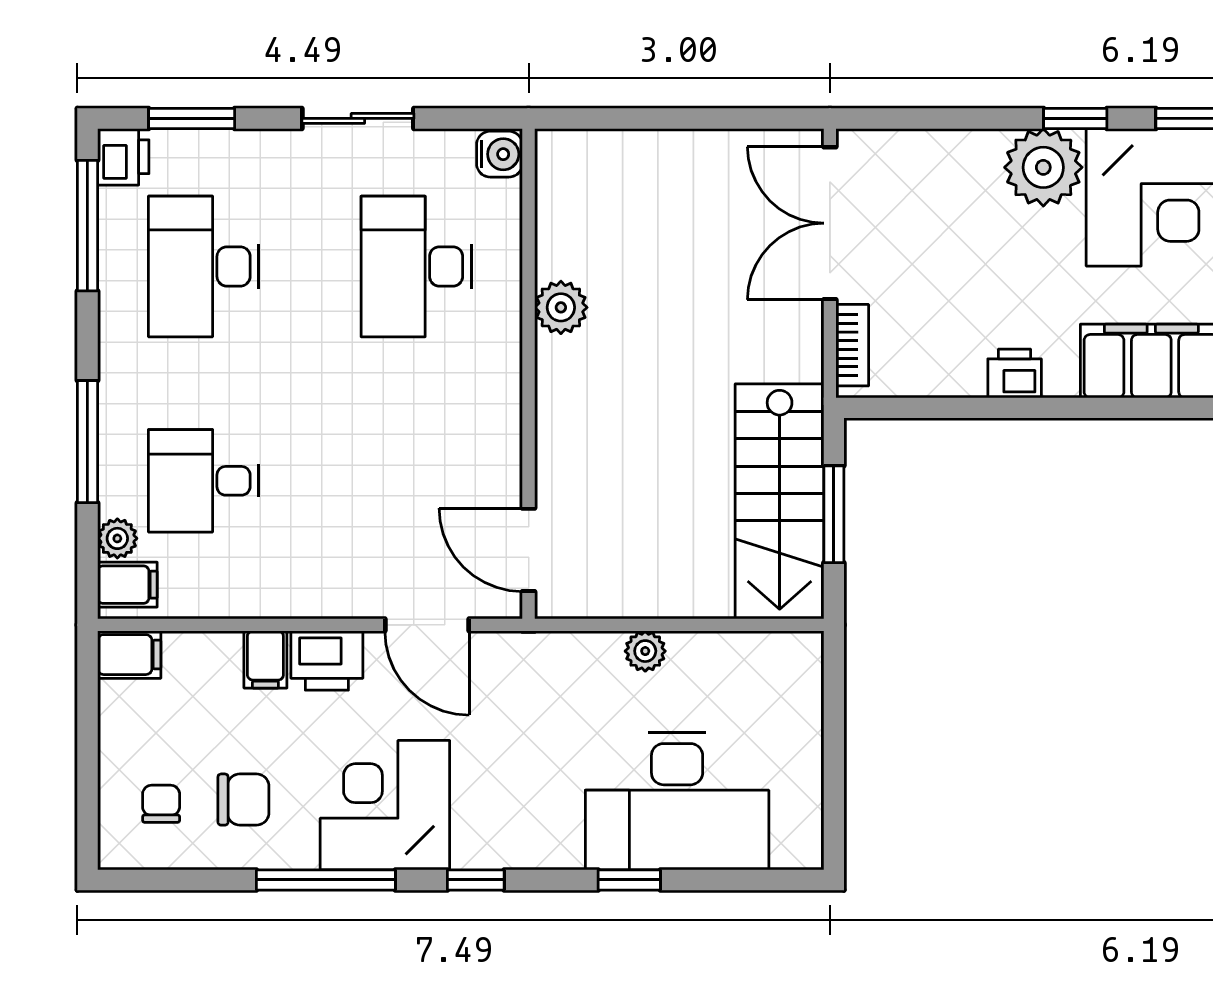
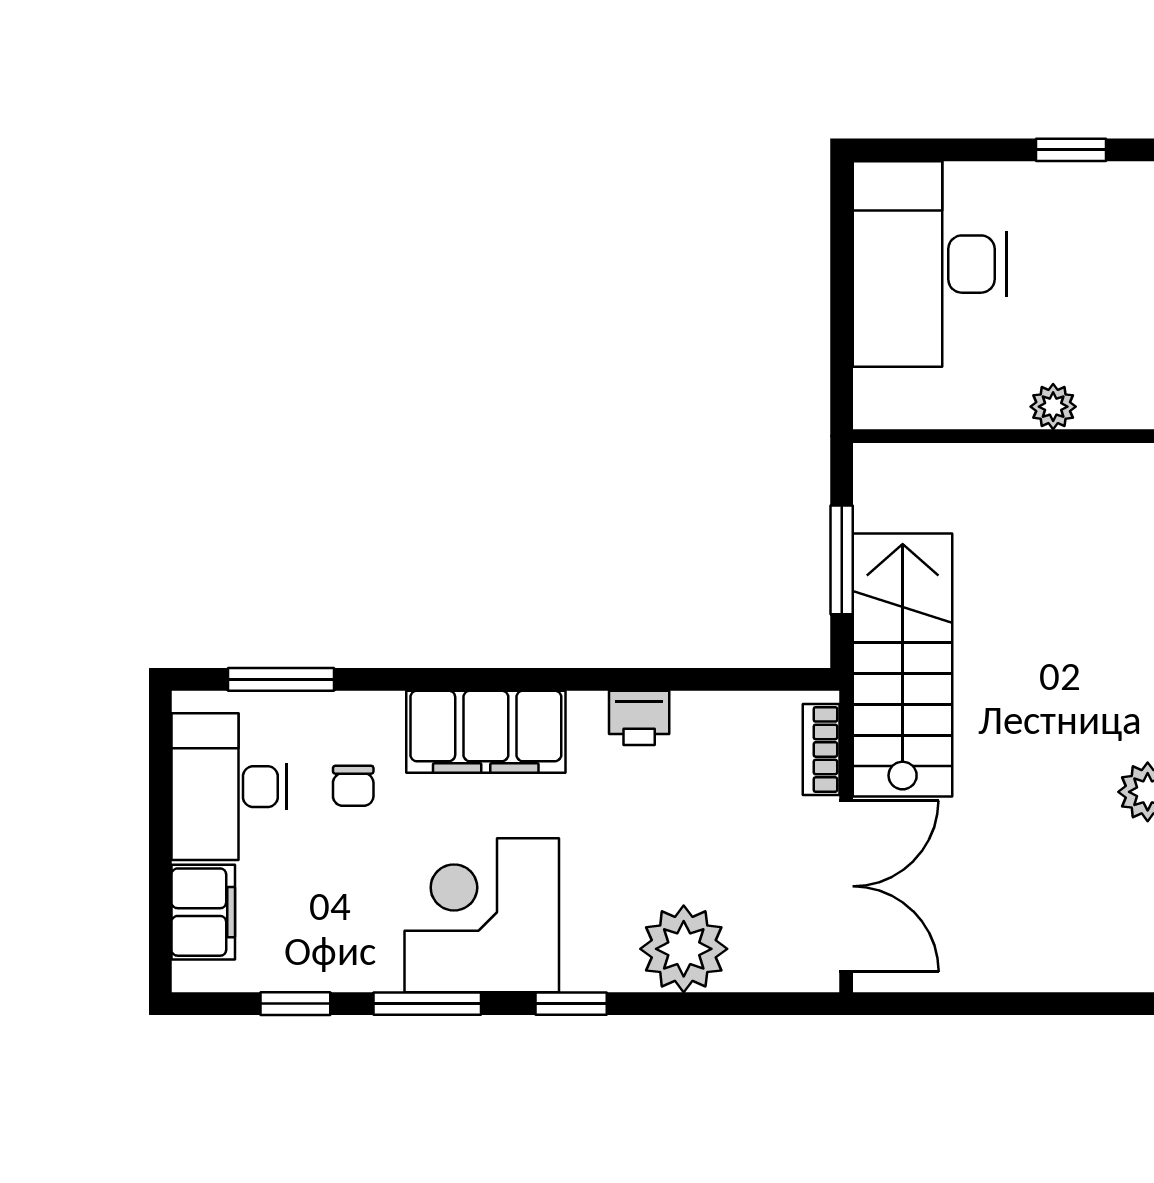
plant: (1043, 167) -> (684, 949), moved
stairs: (780, 501) -> (903, 665), moved
desk: (677, 801) -> (930, 264), moved, turned -90

